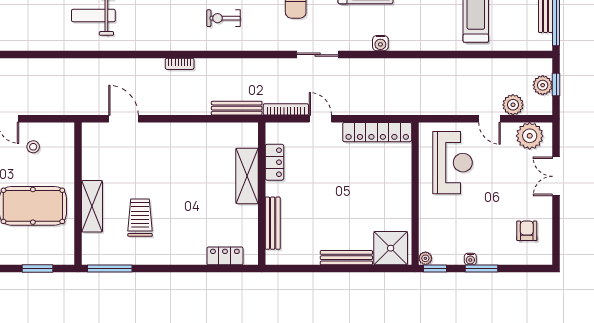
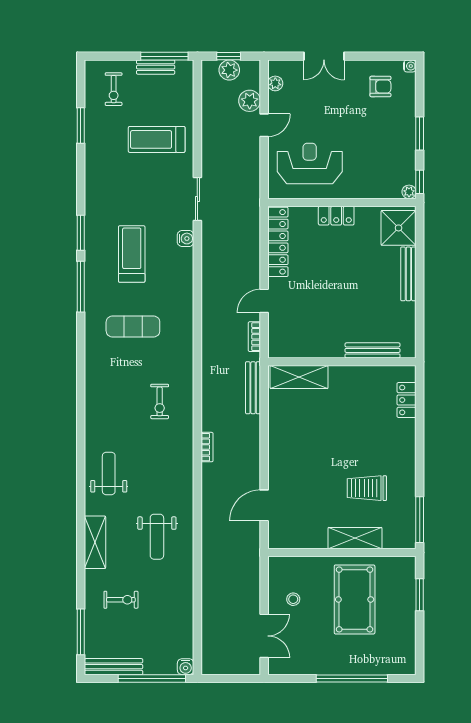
sliding door: (318, 55) -> (197, 199), moved
bookcase: (286, 109) -> (254, 337), width x0.64
plant: (530, 136) -> (275, 83), width x0.53, depth x0.53
locker: (274, 162) -> (336, 216), moved, turned 180
shelving: (247, 176) -> (299, 377), moved
armchair: (527, 231) -> (380, 86), turned 180
water cooler: (470, 259) -> (410, 66), moved

